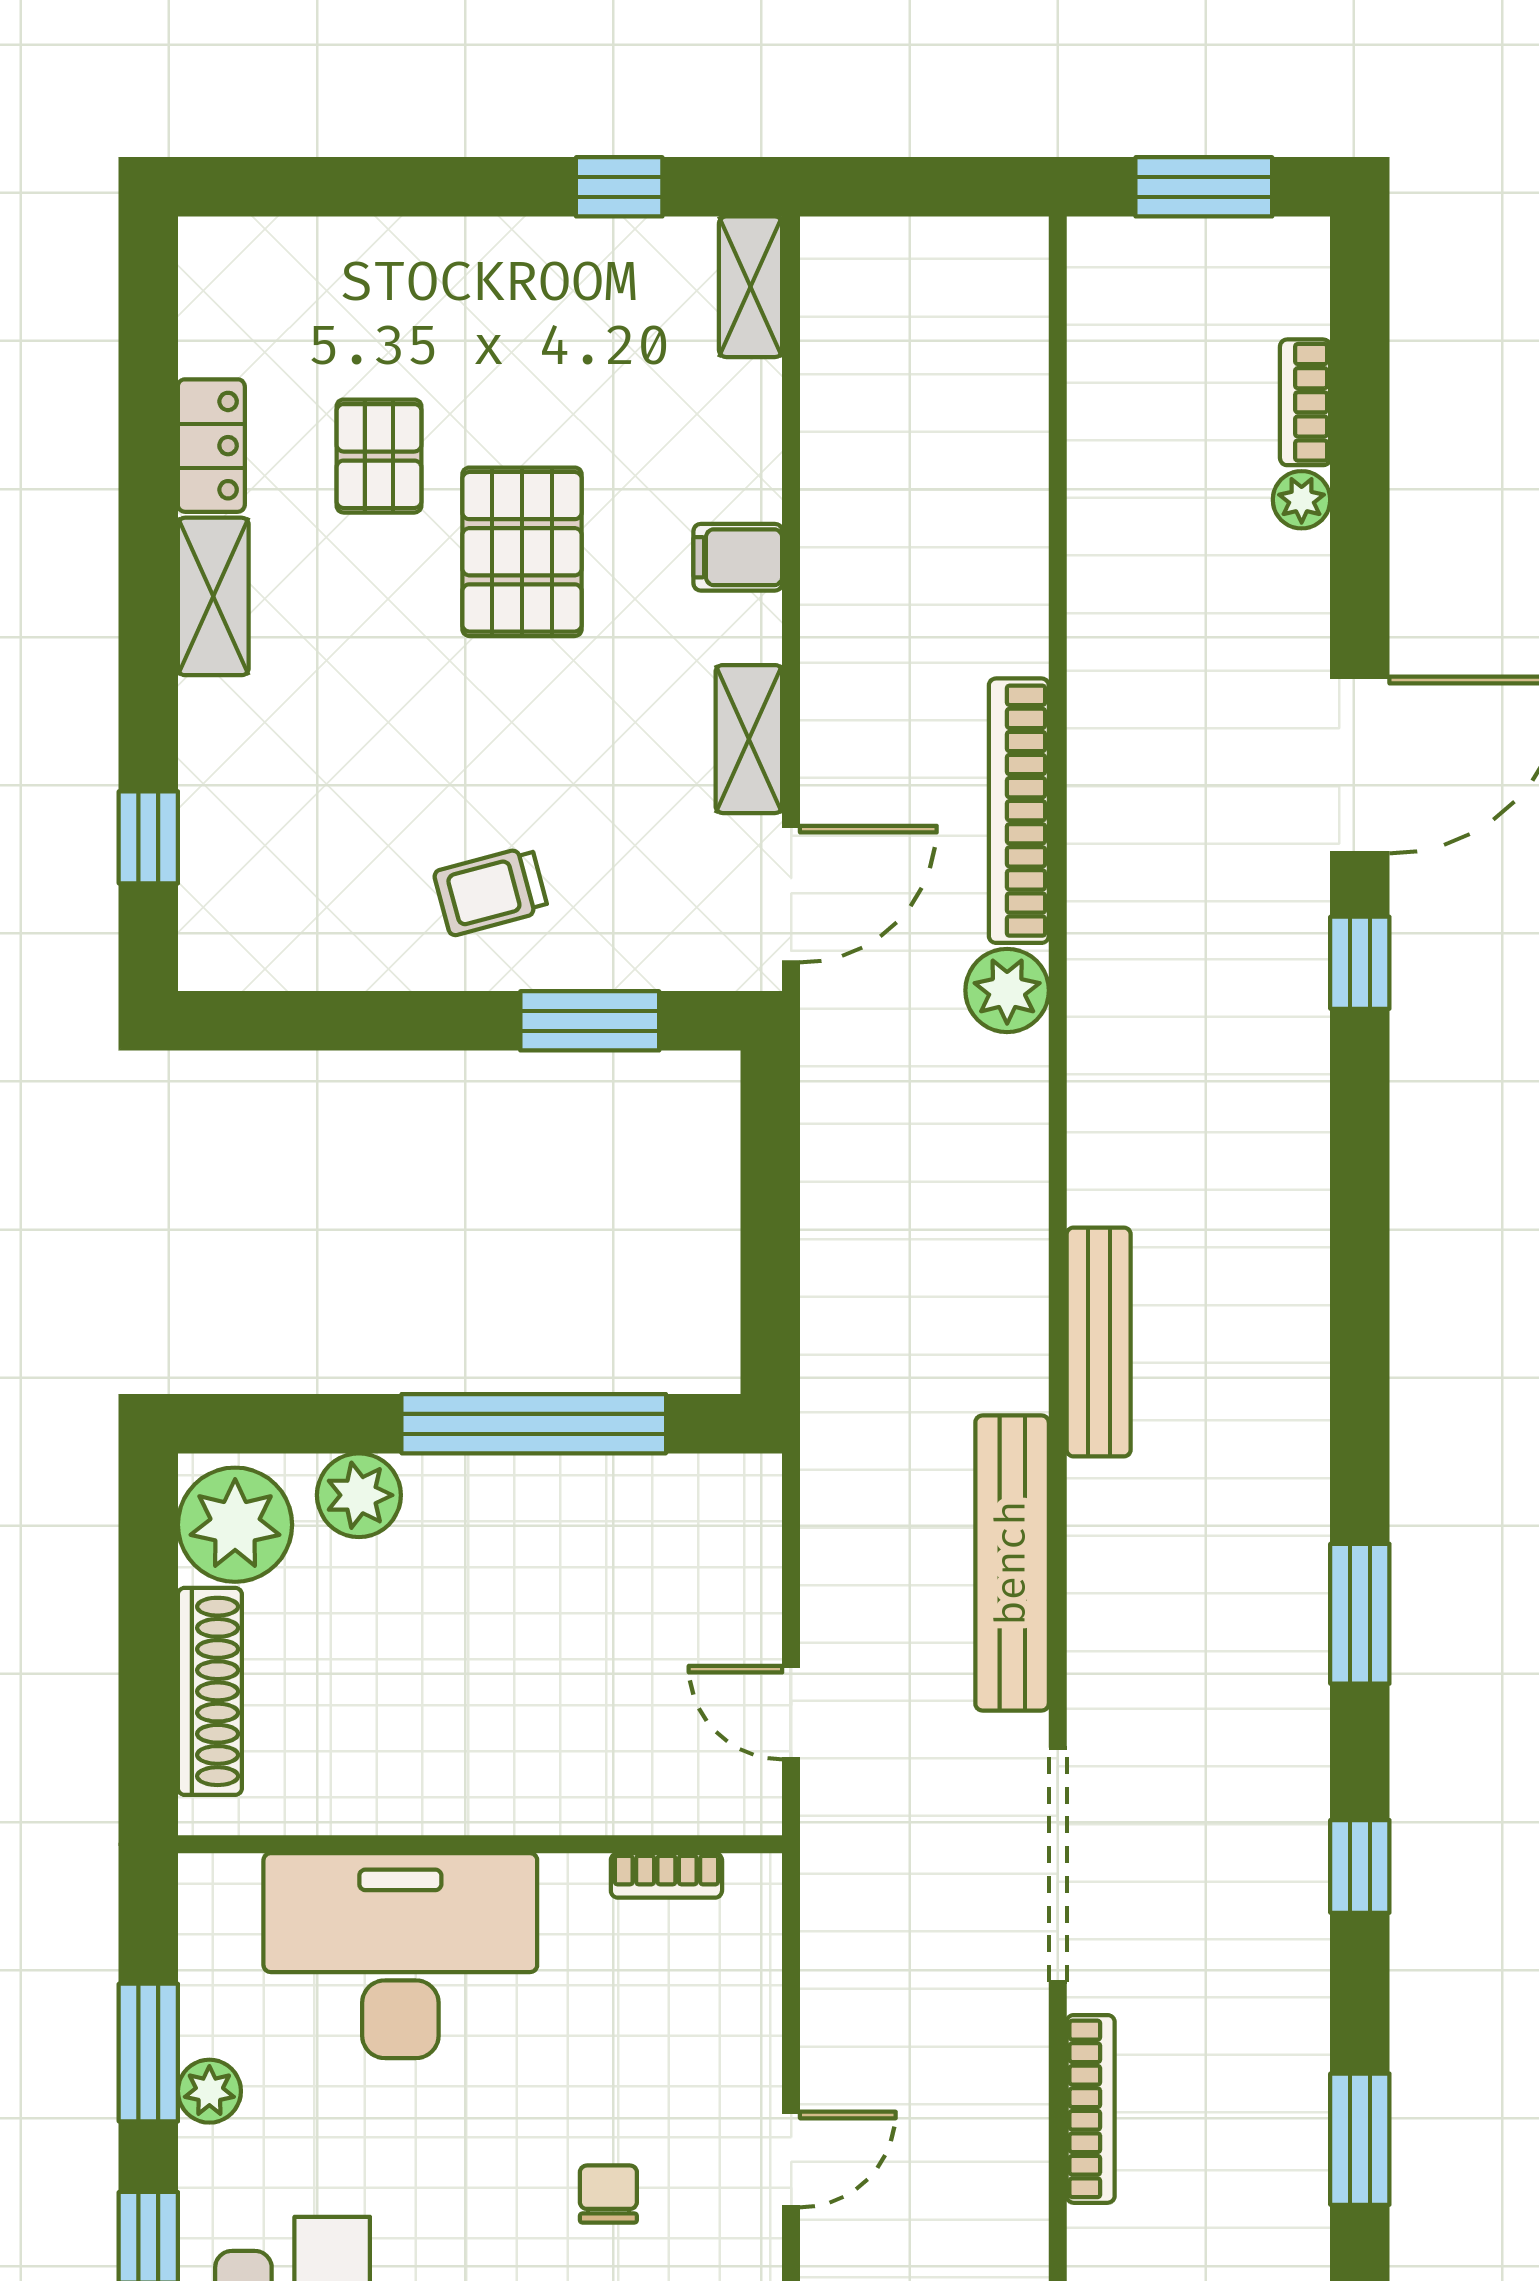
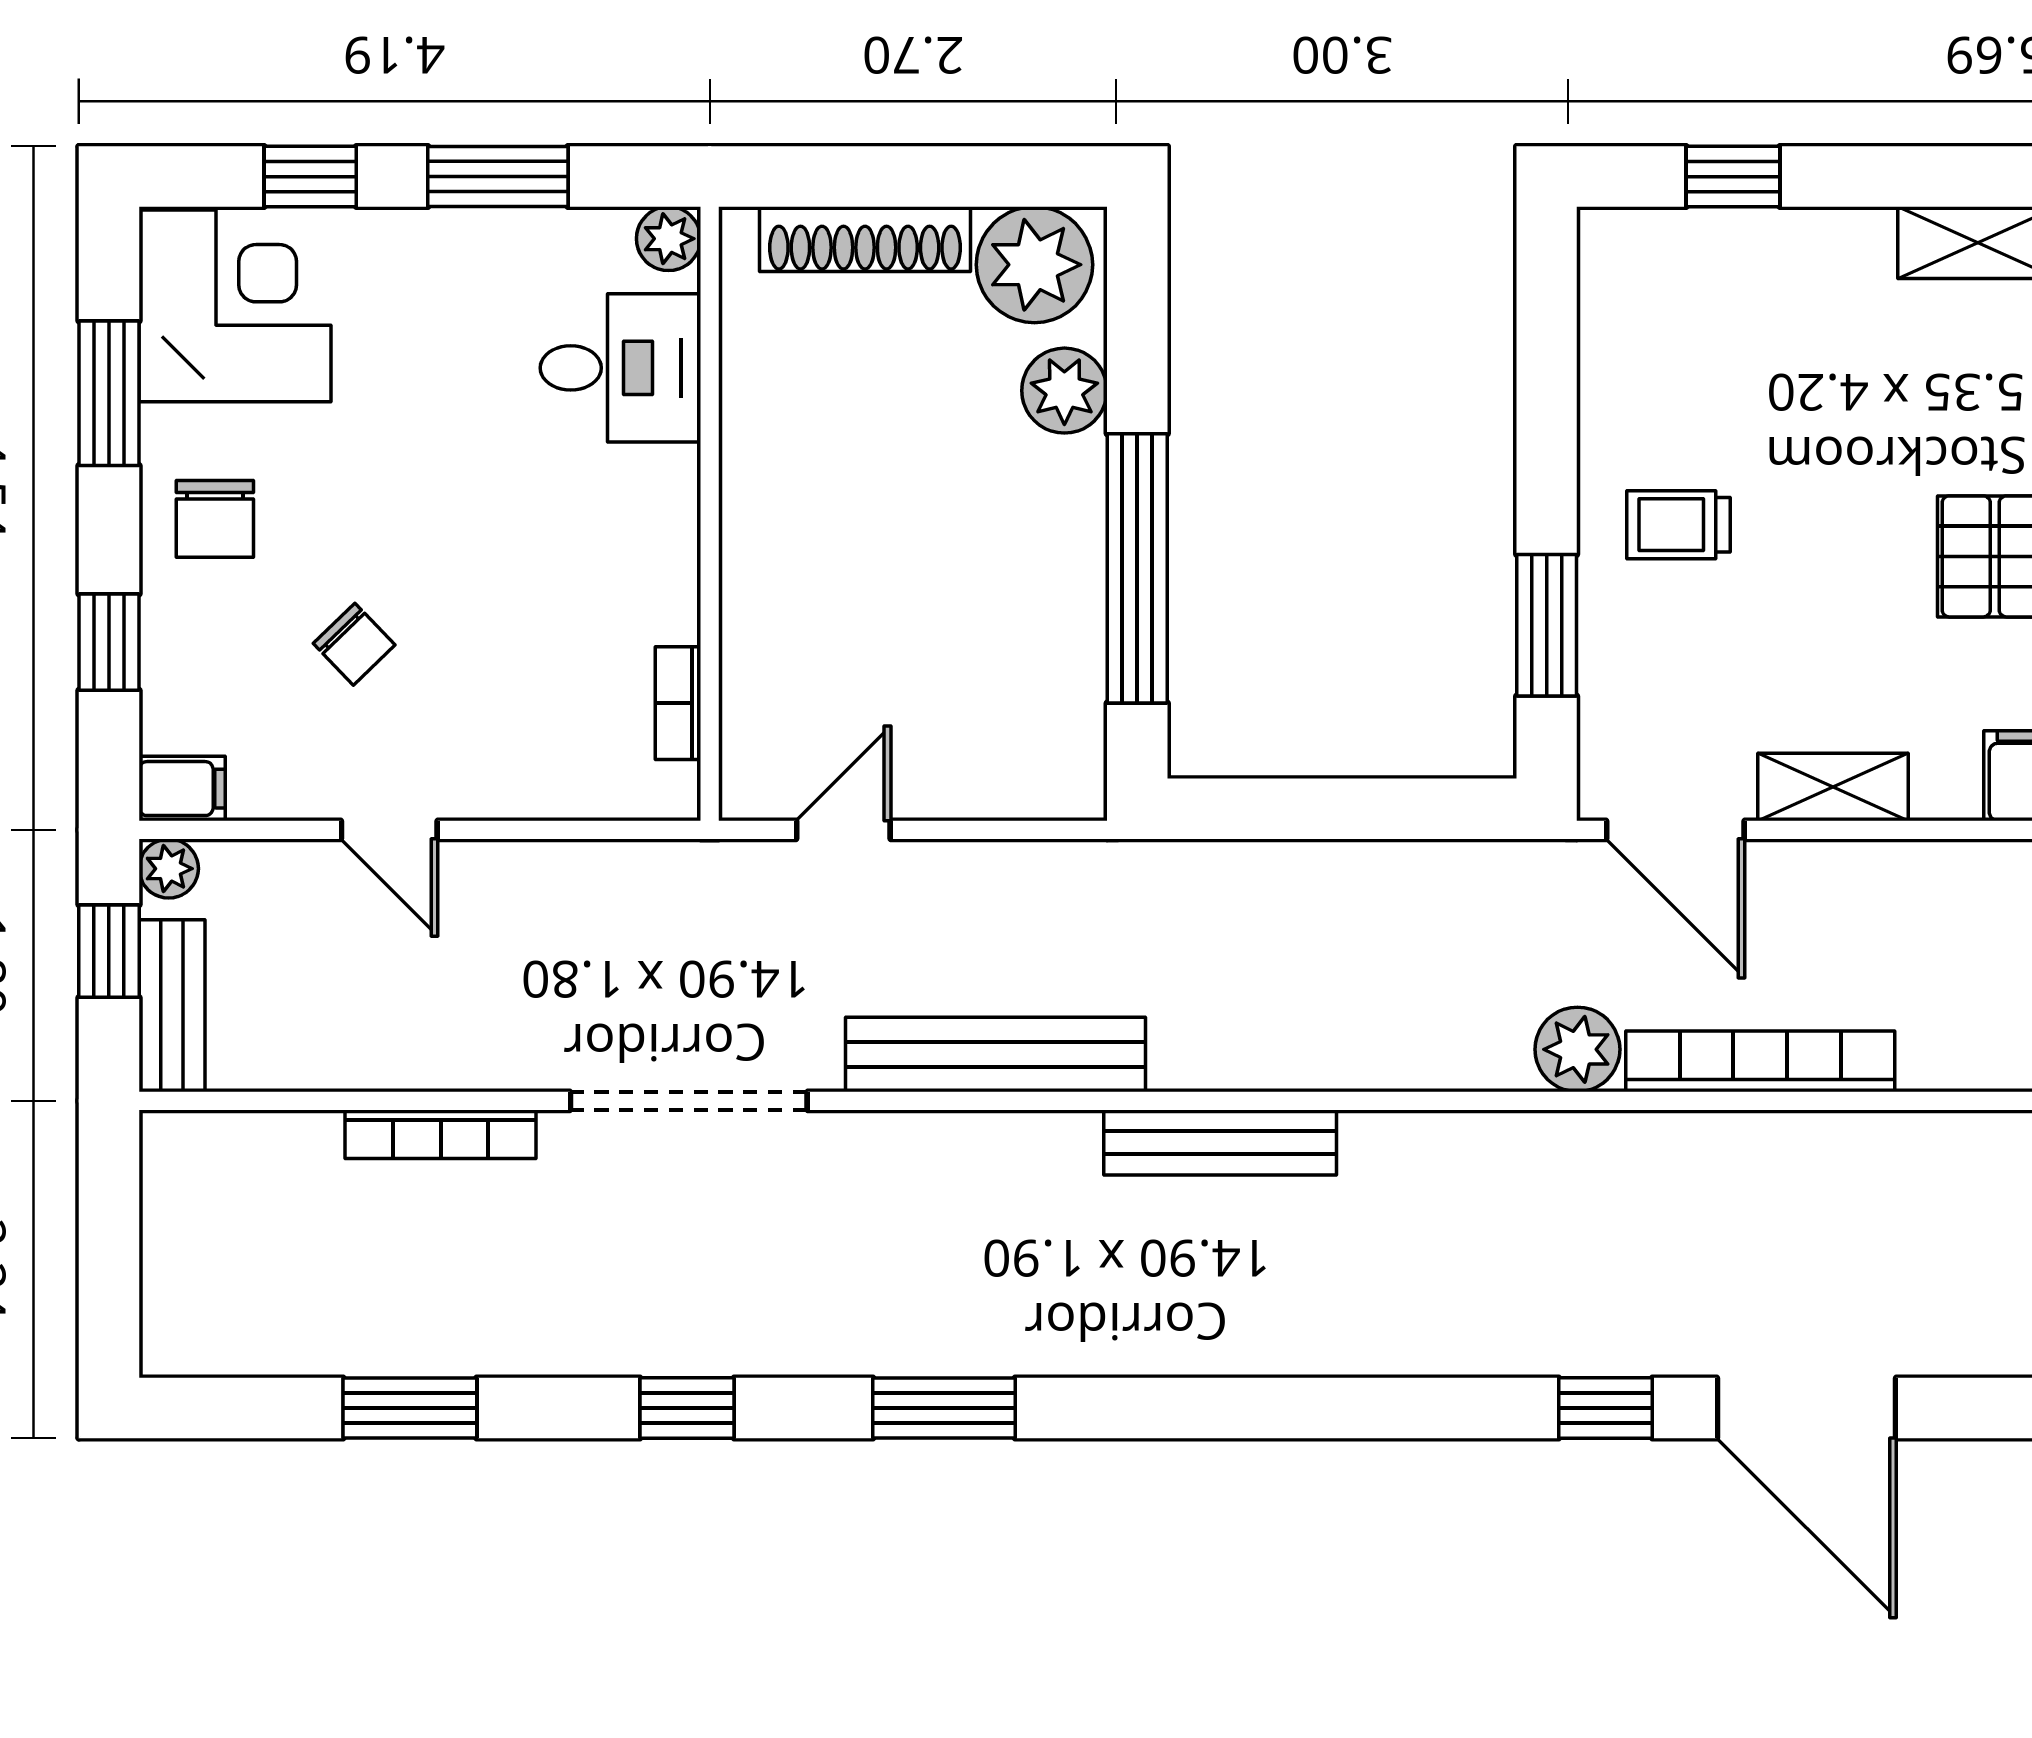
trolley: (491, 891) -> (1678, 525), turned -75
desk: (400, 1956) -> (620, 368), width x0.53, depth x0.77
plant: (209, 2091) -> (669, 239), moved
chair: (608, 2194) -> (354, 644), turned 46

